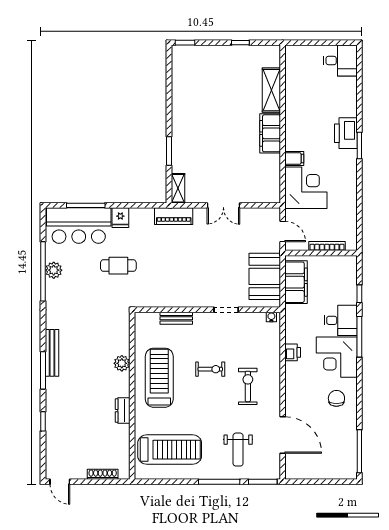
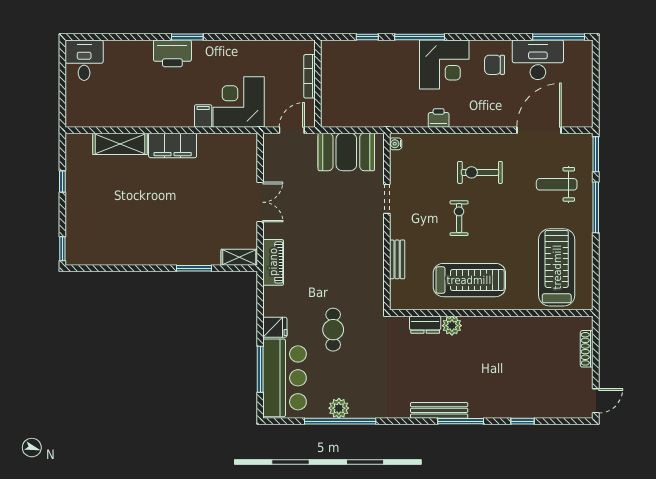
filing cabinet: (296, 282) -> (353, 114), removed
desk: (341, 320) -> (538, 60), moved, width x1.37
treadmill: (159, 378) -> (469, 280), turned 180
dresser: (123, 411) -> (425, 325), moved
weight bench: (238, 450) -> (557, 184), turned 180

